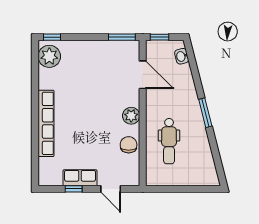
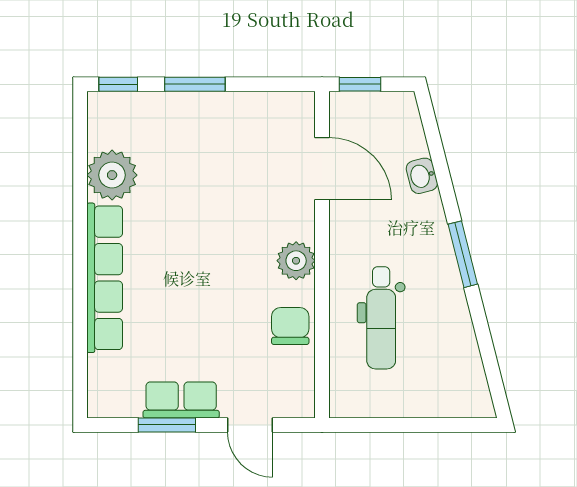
window: (122, 37) -> (195, 84), moved
plant: (49, 56) -> (112, 175), moved
washbasin: (182, 56) -> (422, 176), moved
window: (74, 189) -> (167, 425), width x1.50

